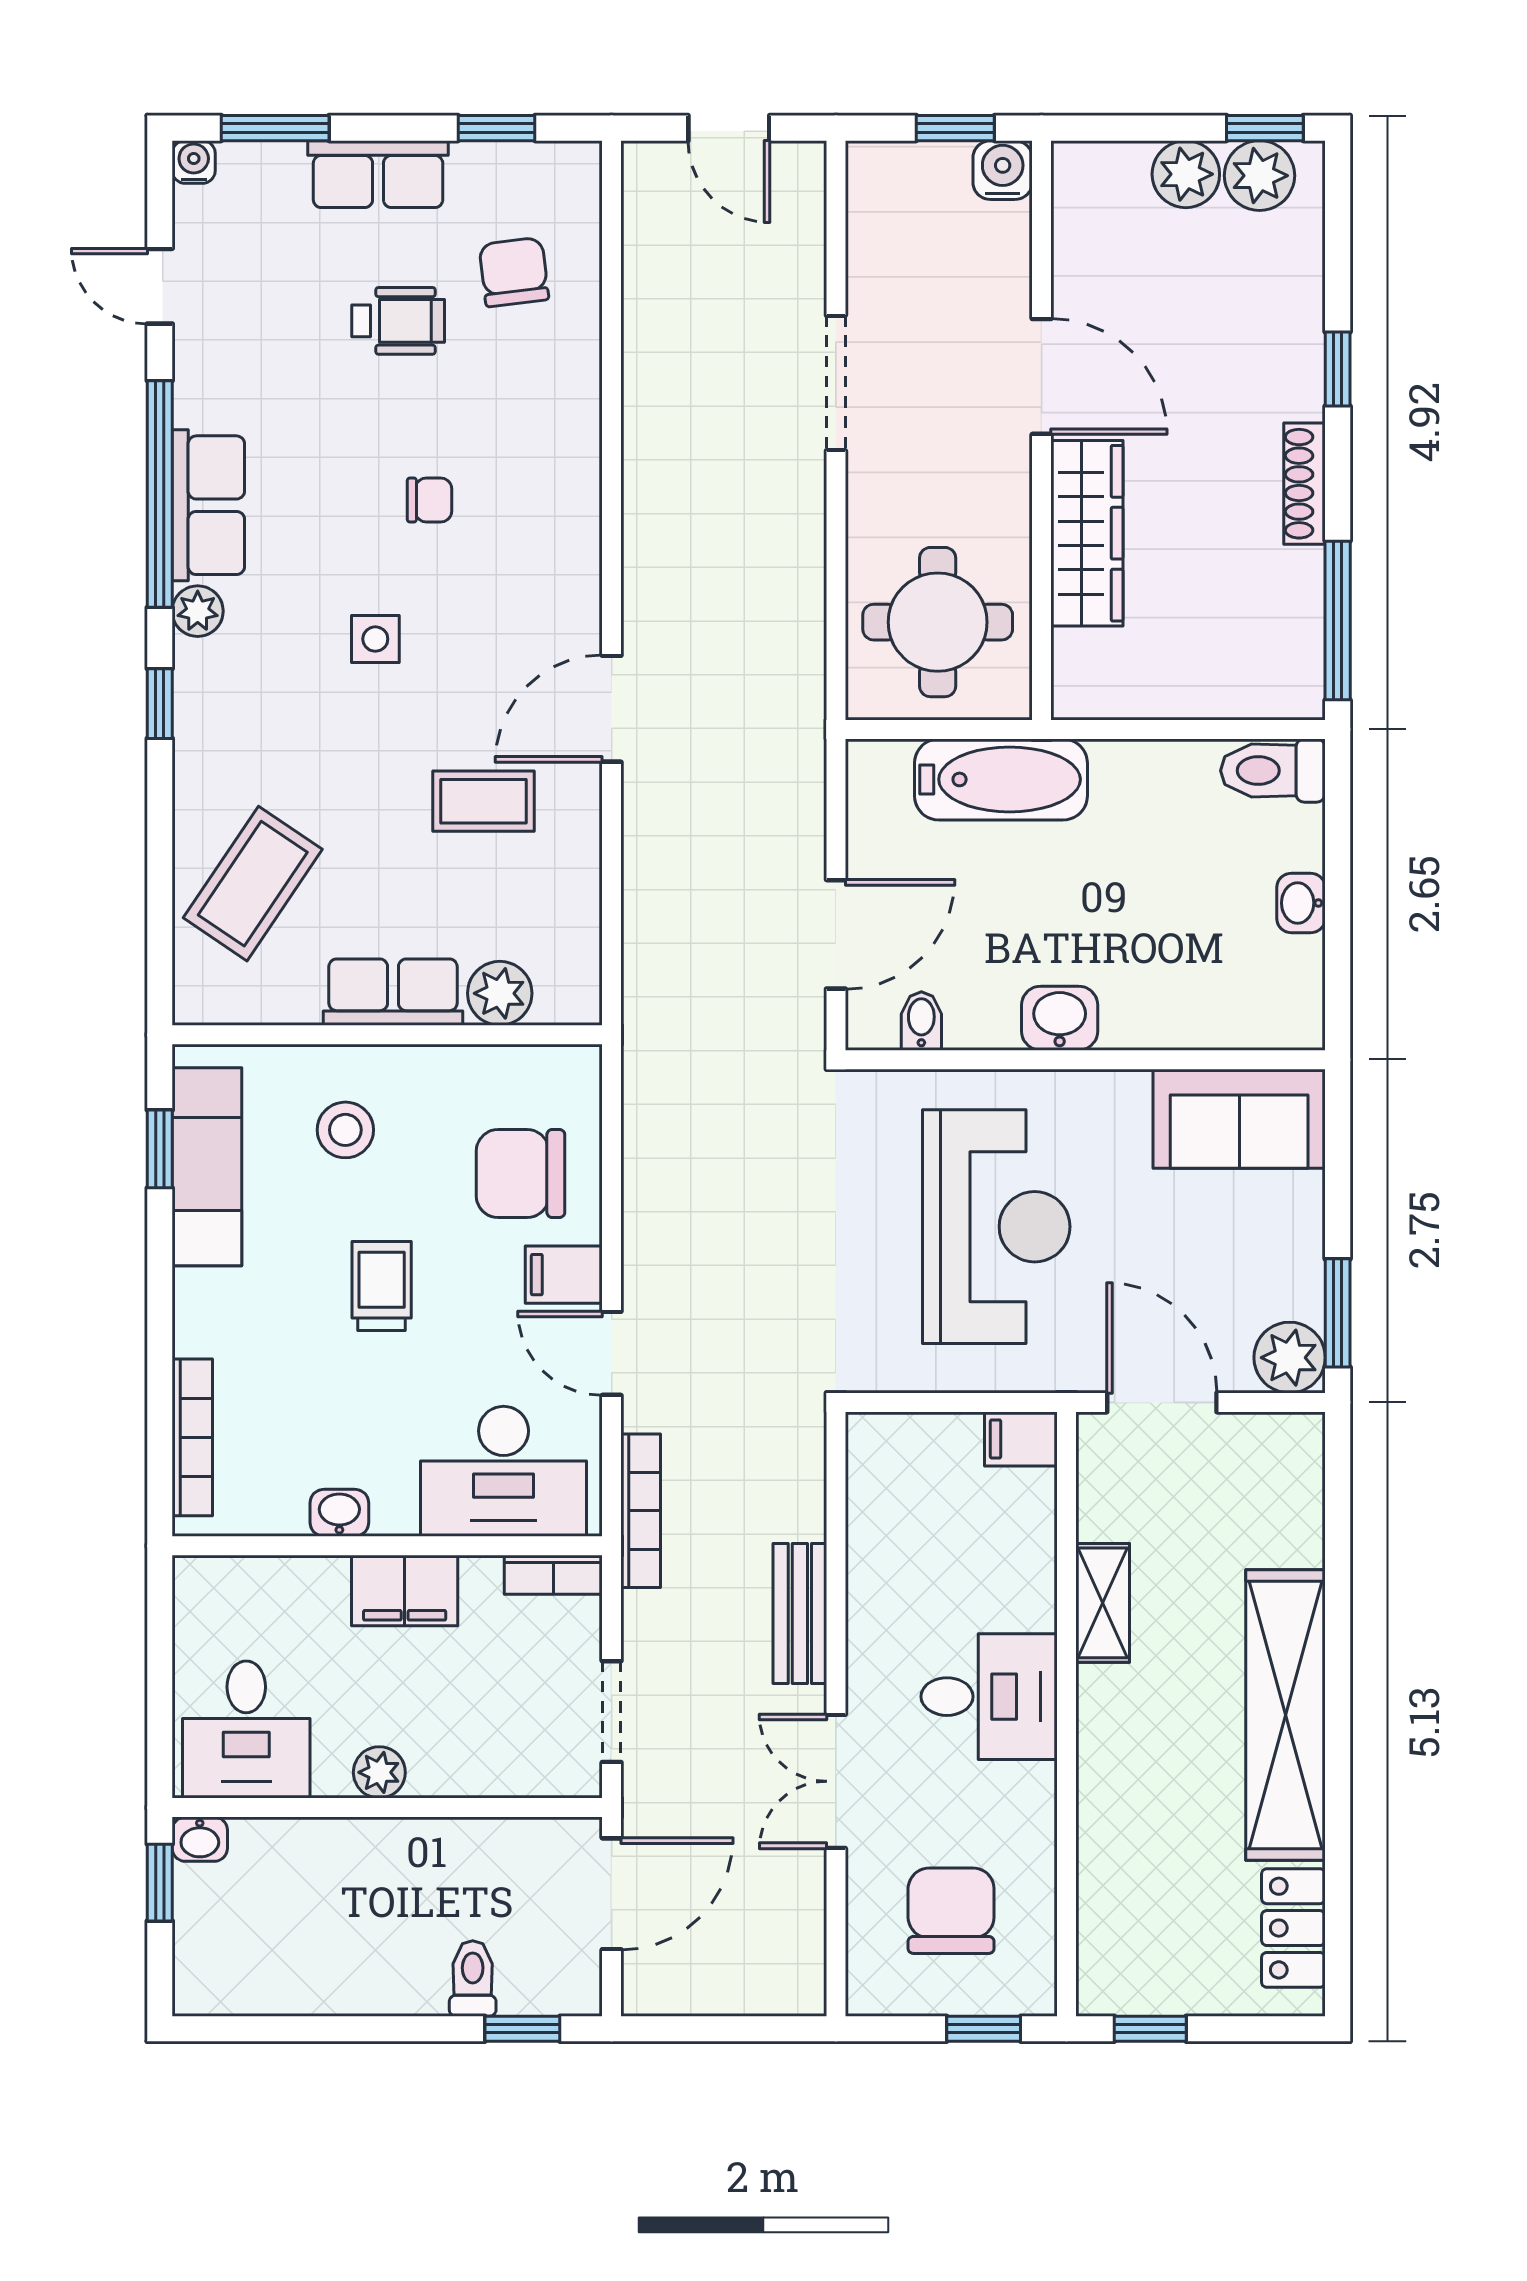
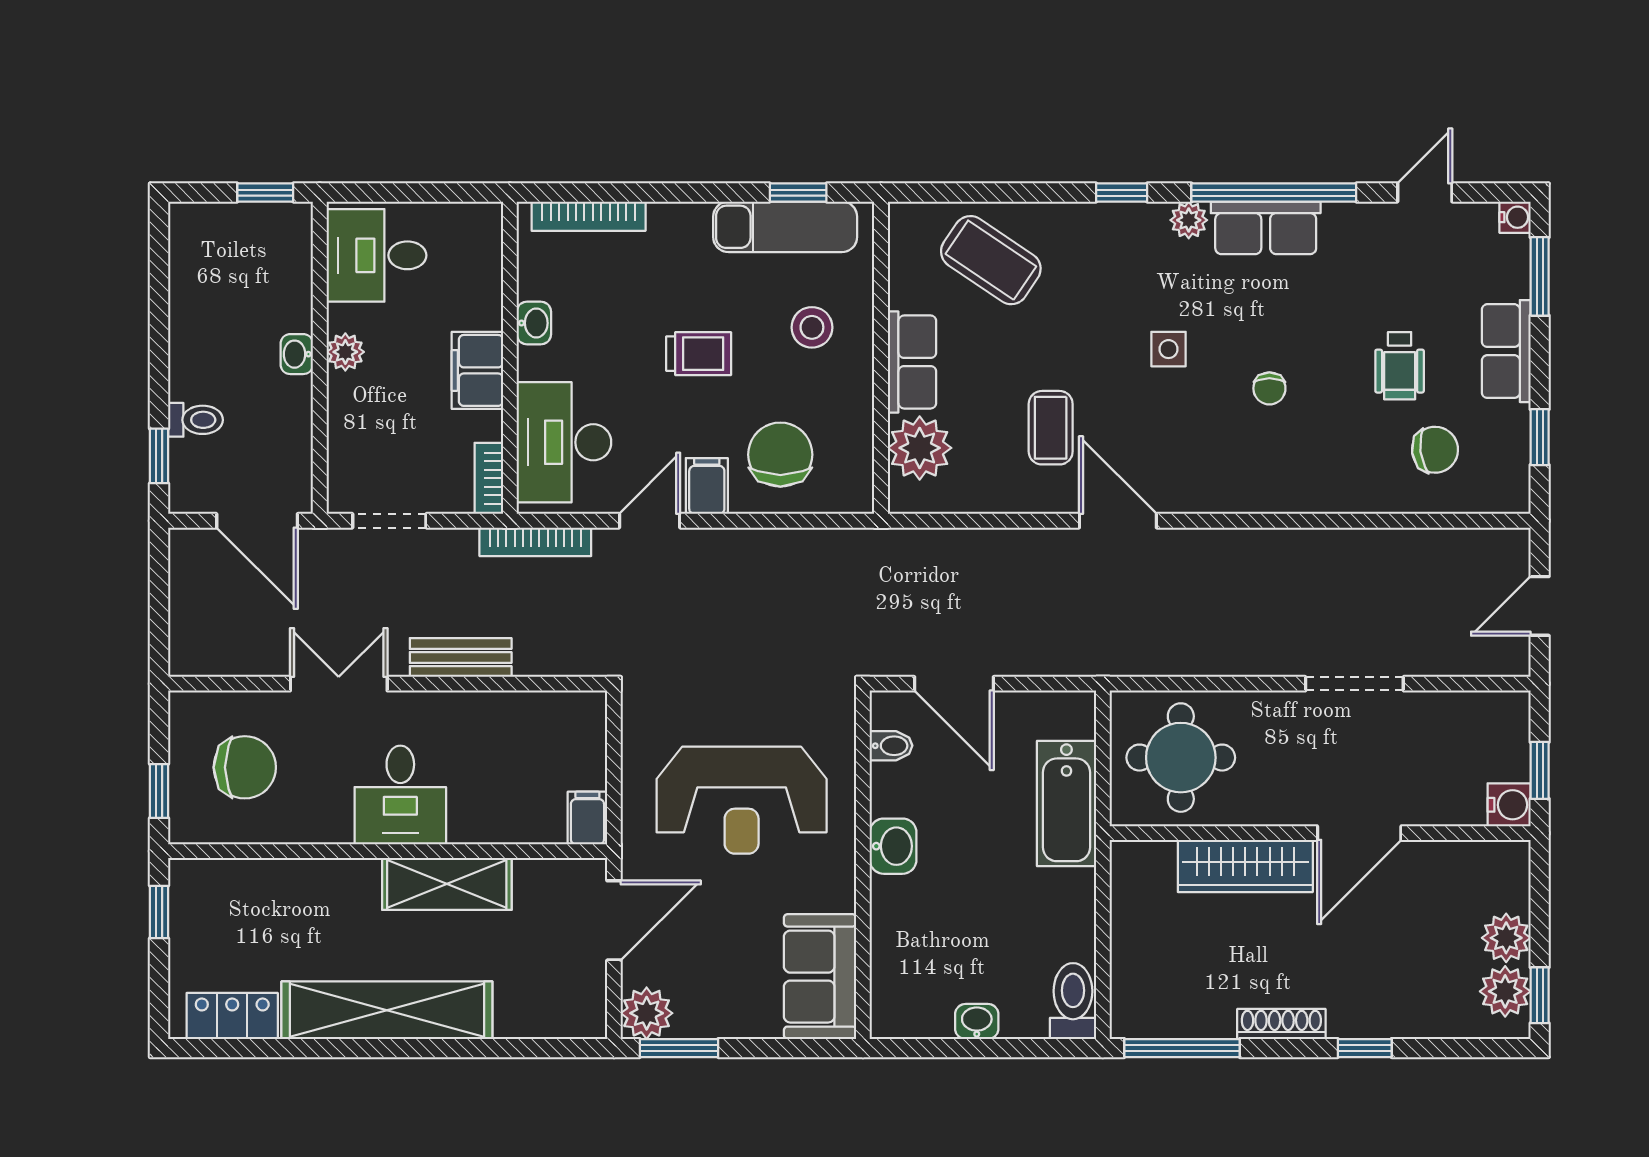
plant: (500, 993) -> (920, 448), width x1.36, depth x1.36
shelving: (1103, 1603) -> (447, 884), width x1.50, depth x1.33
washbasin: (200, 1839) -> (297, 354), moved

